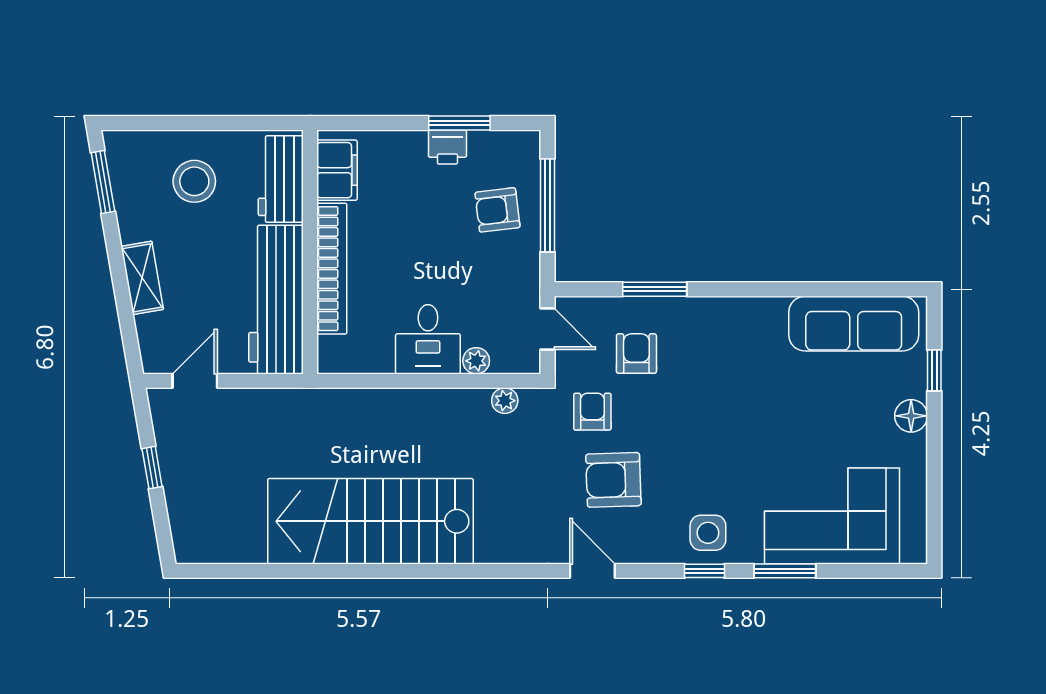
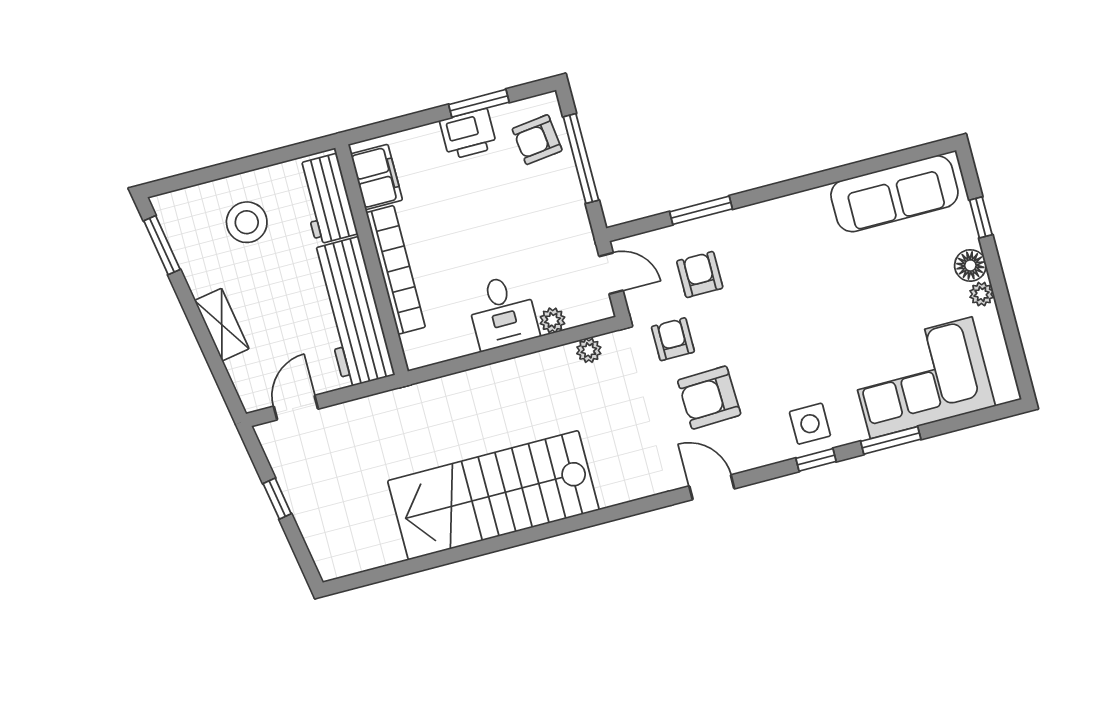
printer: (447, 147) -> (468, 134), width x1.36, depth x1.24
armchair: (497, 210) -> (537, 140), moved
plant: (915, 448) -> (982, 294), added

